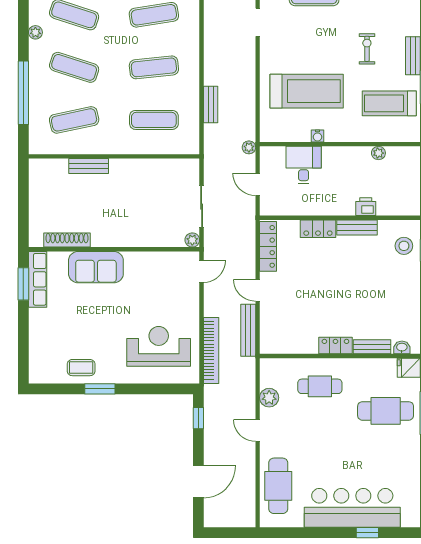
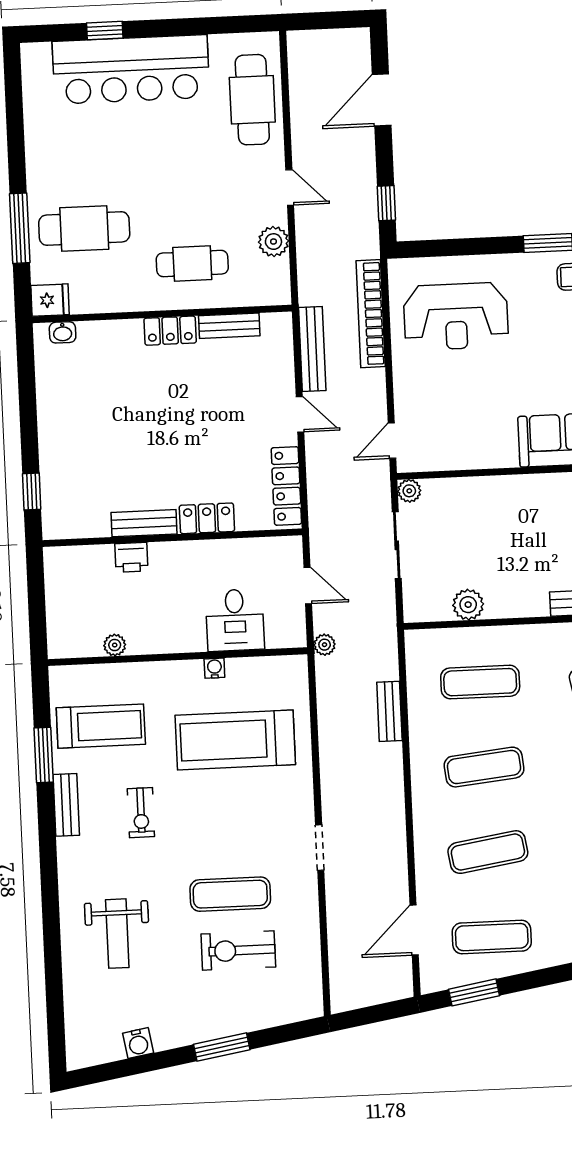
plant: (159, 168) -> (468, 605), added
stool: (404, 246) -> (67, 497), removed
bench: (372, 347) -> (229, 326), moved

